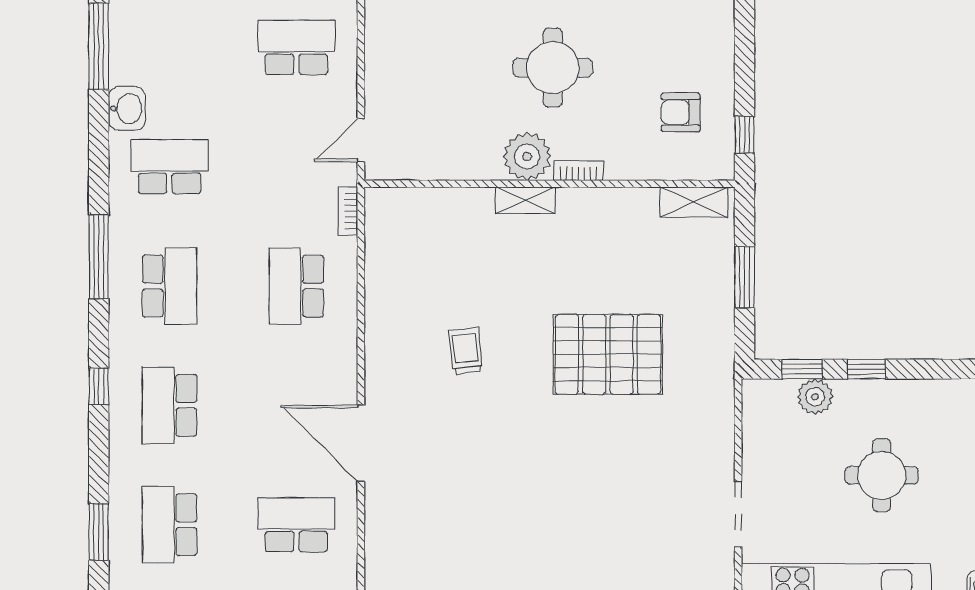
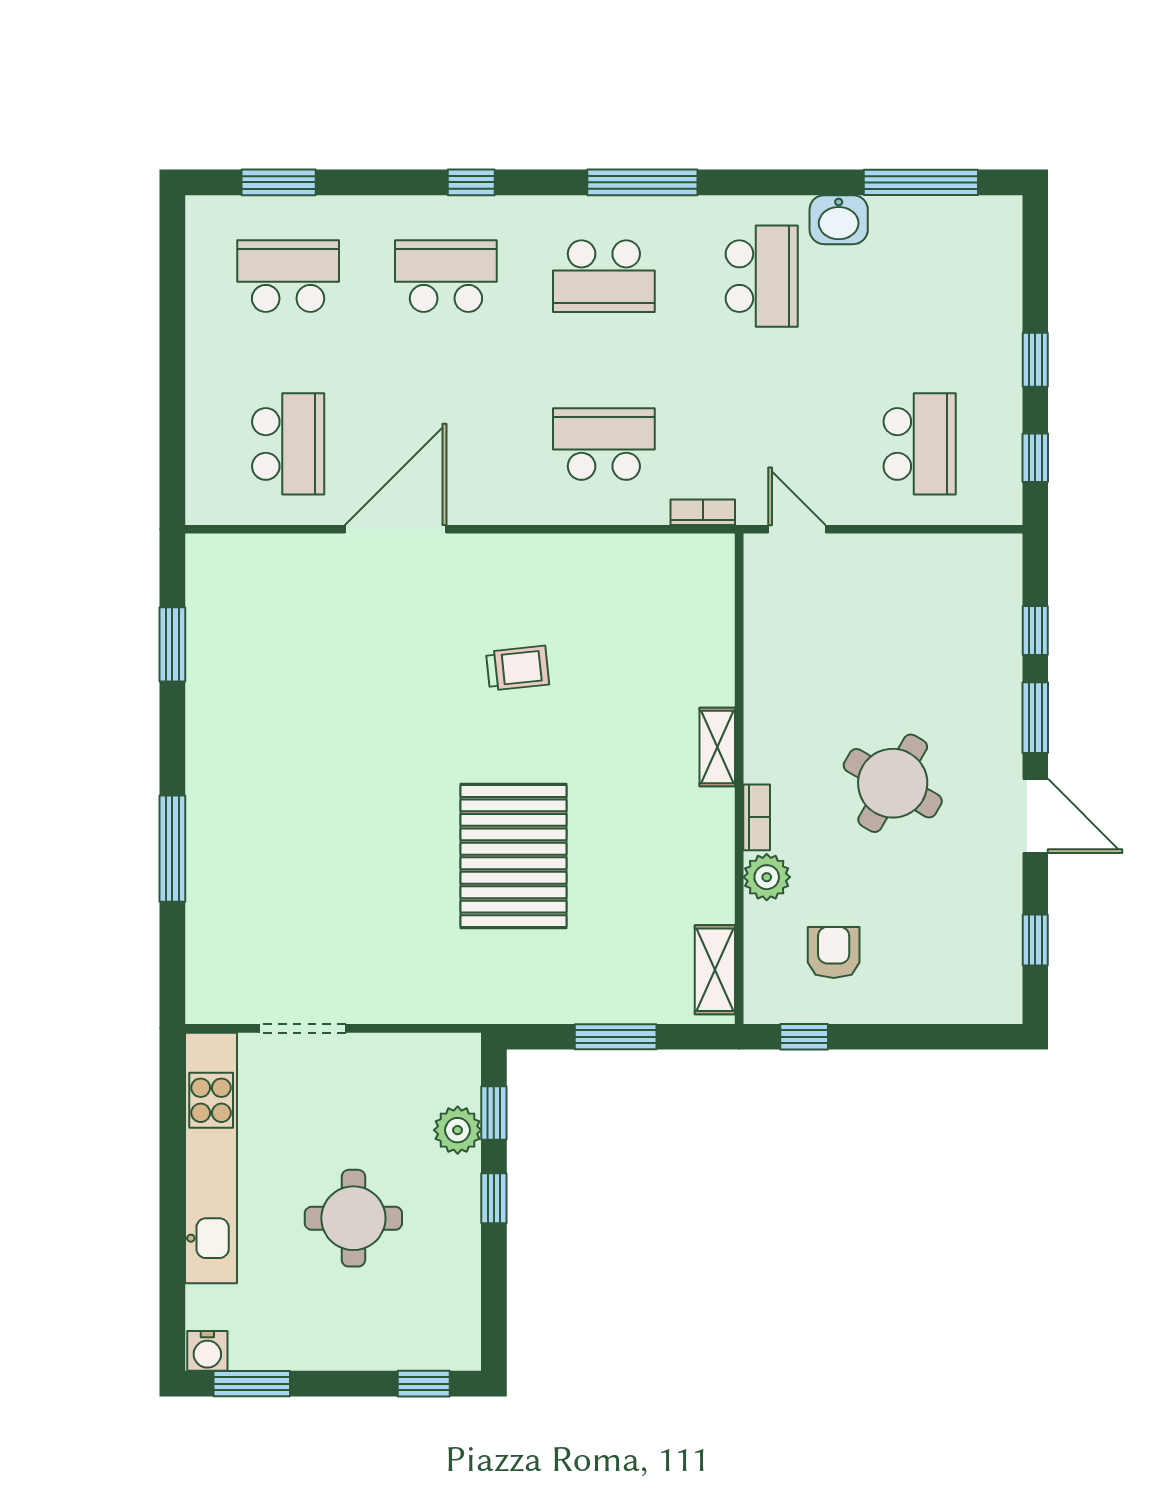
round table: (553, 68) -> (893, 783), turned 30
plant: (527, 156) -> (767, 877), moved, width x0.73, depth x0.73

